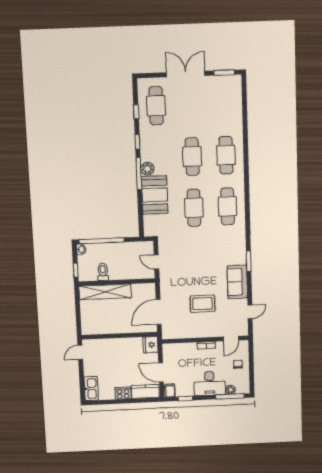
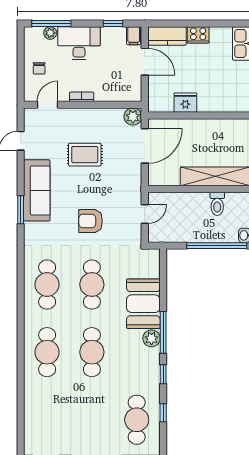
armchair: (197, 255) -> (91, 221), added
door: (156, 262) -> (145, 214), hinge flipped
sofa: (237, 282) -> (37, 190), width x1.36
plant: (168, 333) -> (133, 117), added
fridge: (151, 345) -> (185, 103), moved, turned -90

